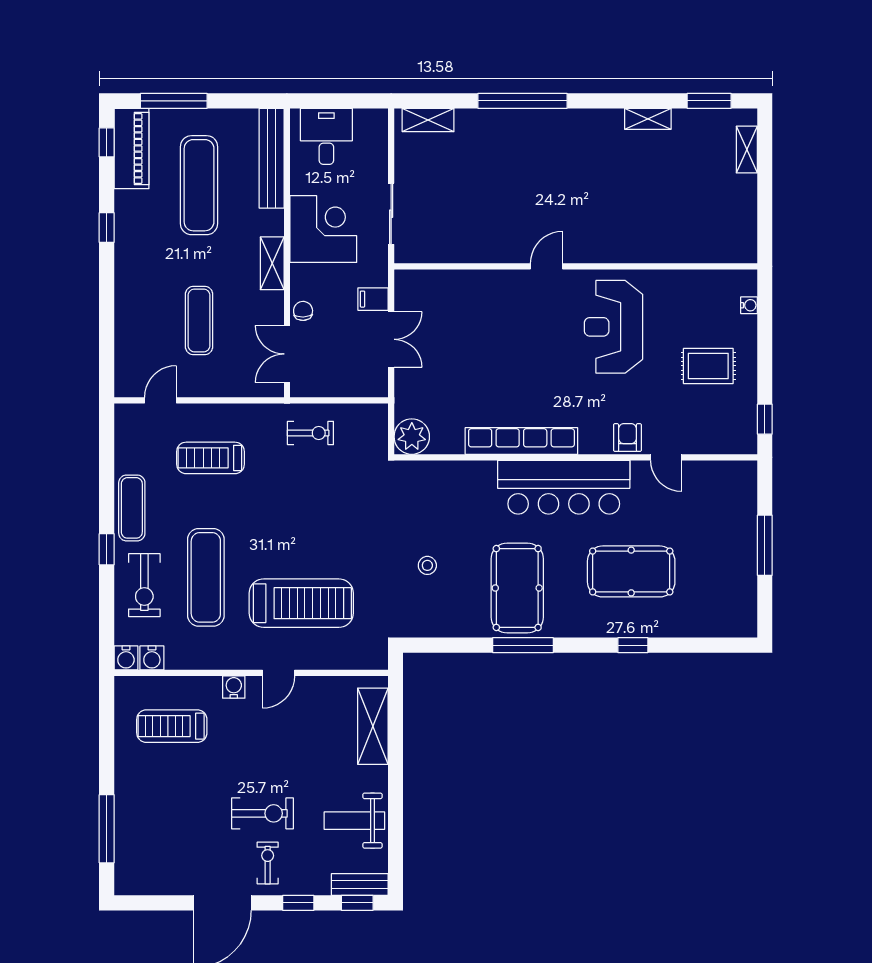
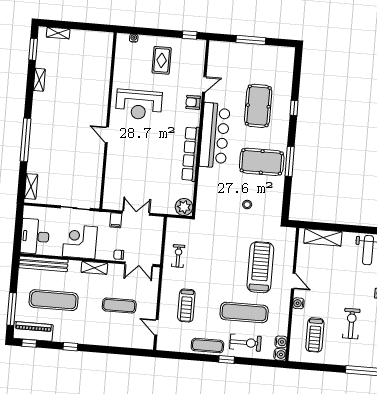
desk: (326, 136) -> (35, 236), width x1.37
exercise bike: (262, 813) -> (351, 324), moved

